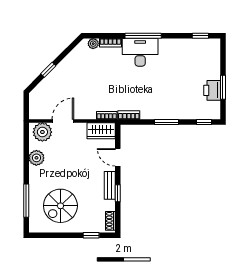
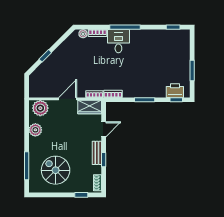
desk: (140, 52) -> (118, 41), width x0.73
printer: (212, 90) -> (175, 91), moved, turned 90
door: (63, 121) -> (68, 99), moved
door: (118, 157) -> (104, 129), swing flipped
spiral stairs: (60, 206) -> (56, 170), turned 90

